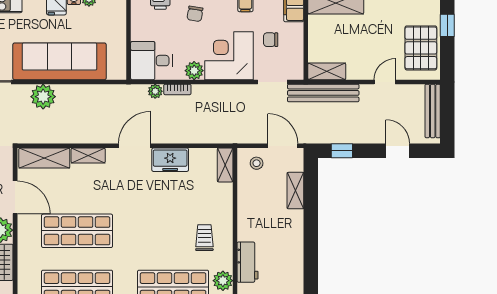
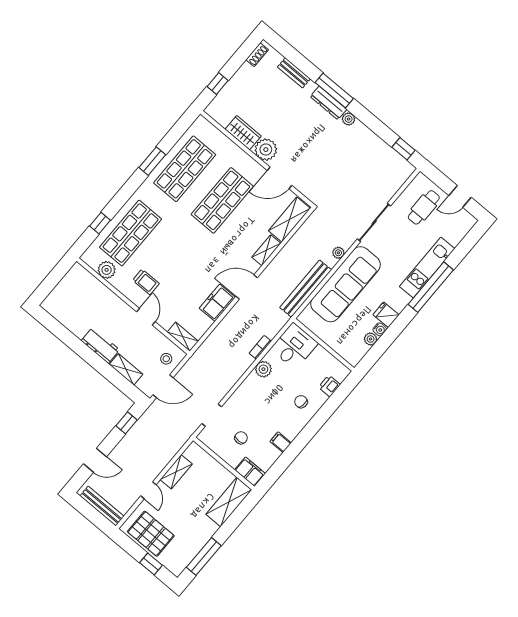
corner desk: (229, 56) -> (254, 401), removed
shelving: (327, 71) -> (176, 472), moved
plant: (155, 91) -> (272, 331), removed
bench: (323, 93) -> (306, 289), moved
plant: (43, 97) -> (338, 253), width x0.53, depth x0.53
door: (135, 146) -> (247, 287), swing flipped
door: (235, 212) -> (146, 317), added
workbench: (248, 262) -> (100, 345), moved, turned 180

